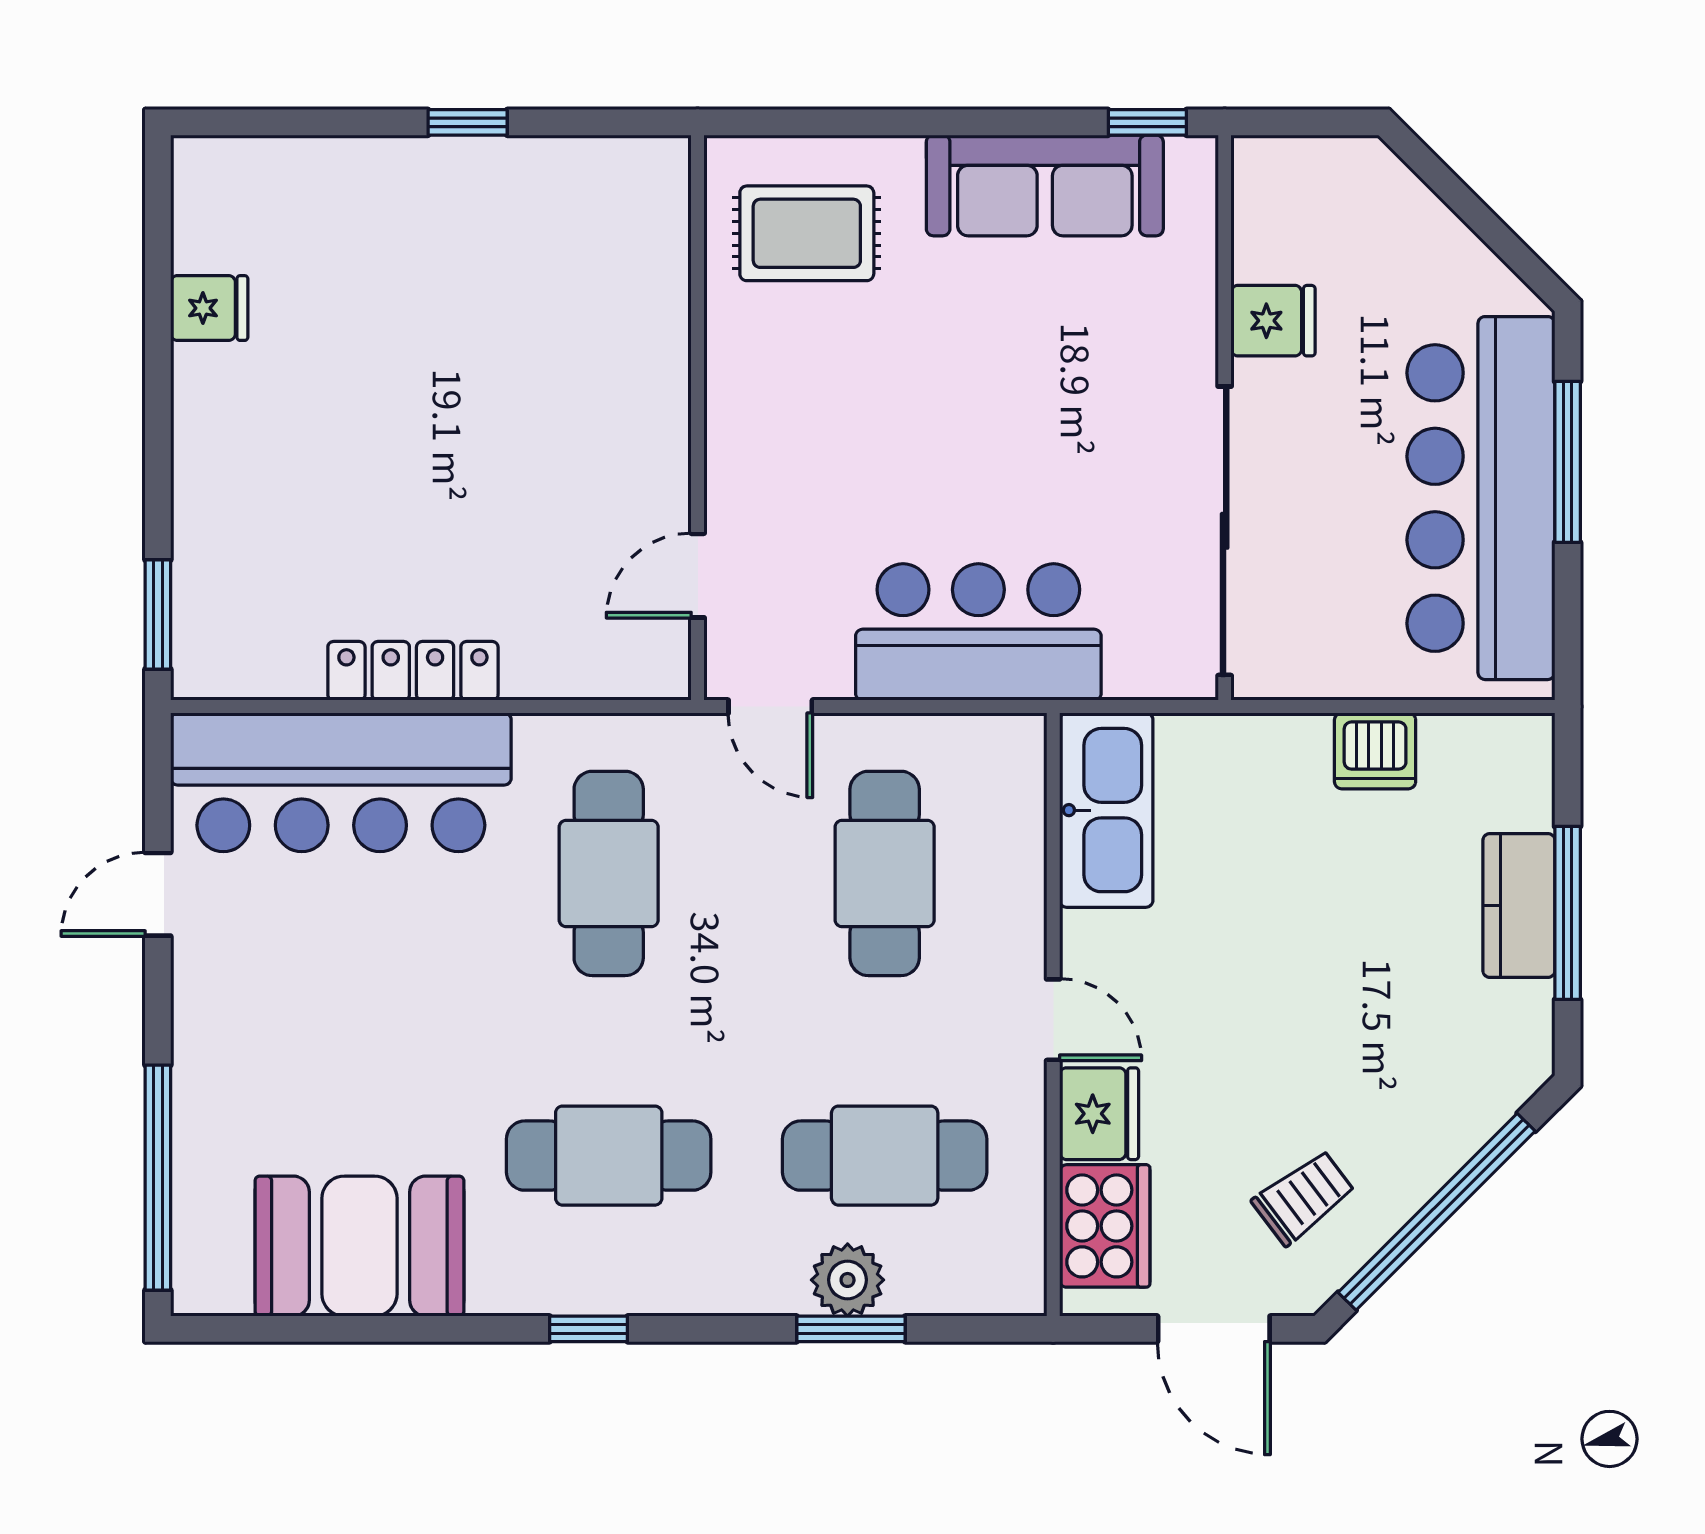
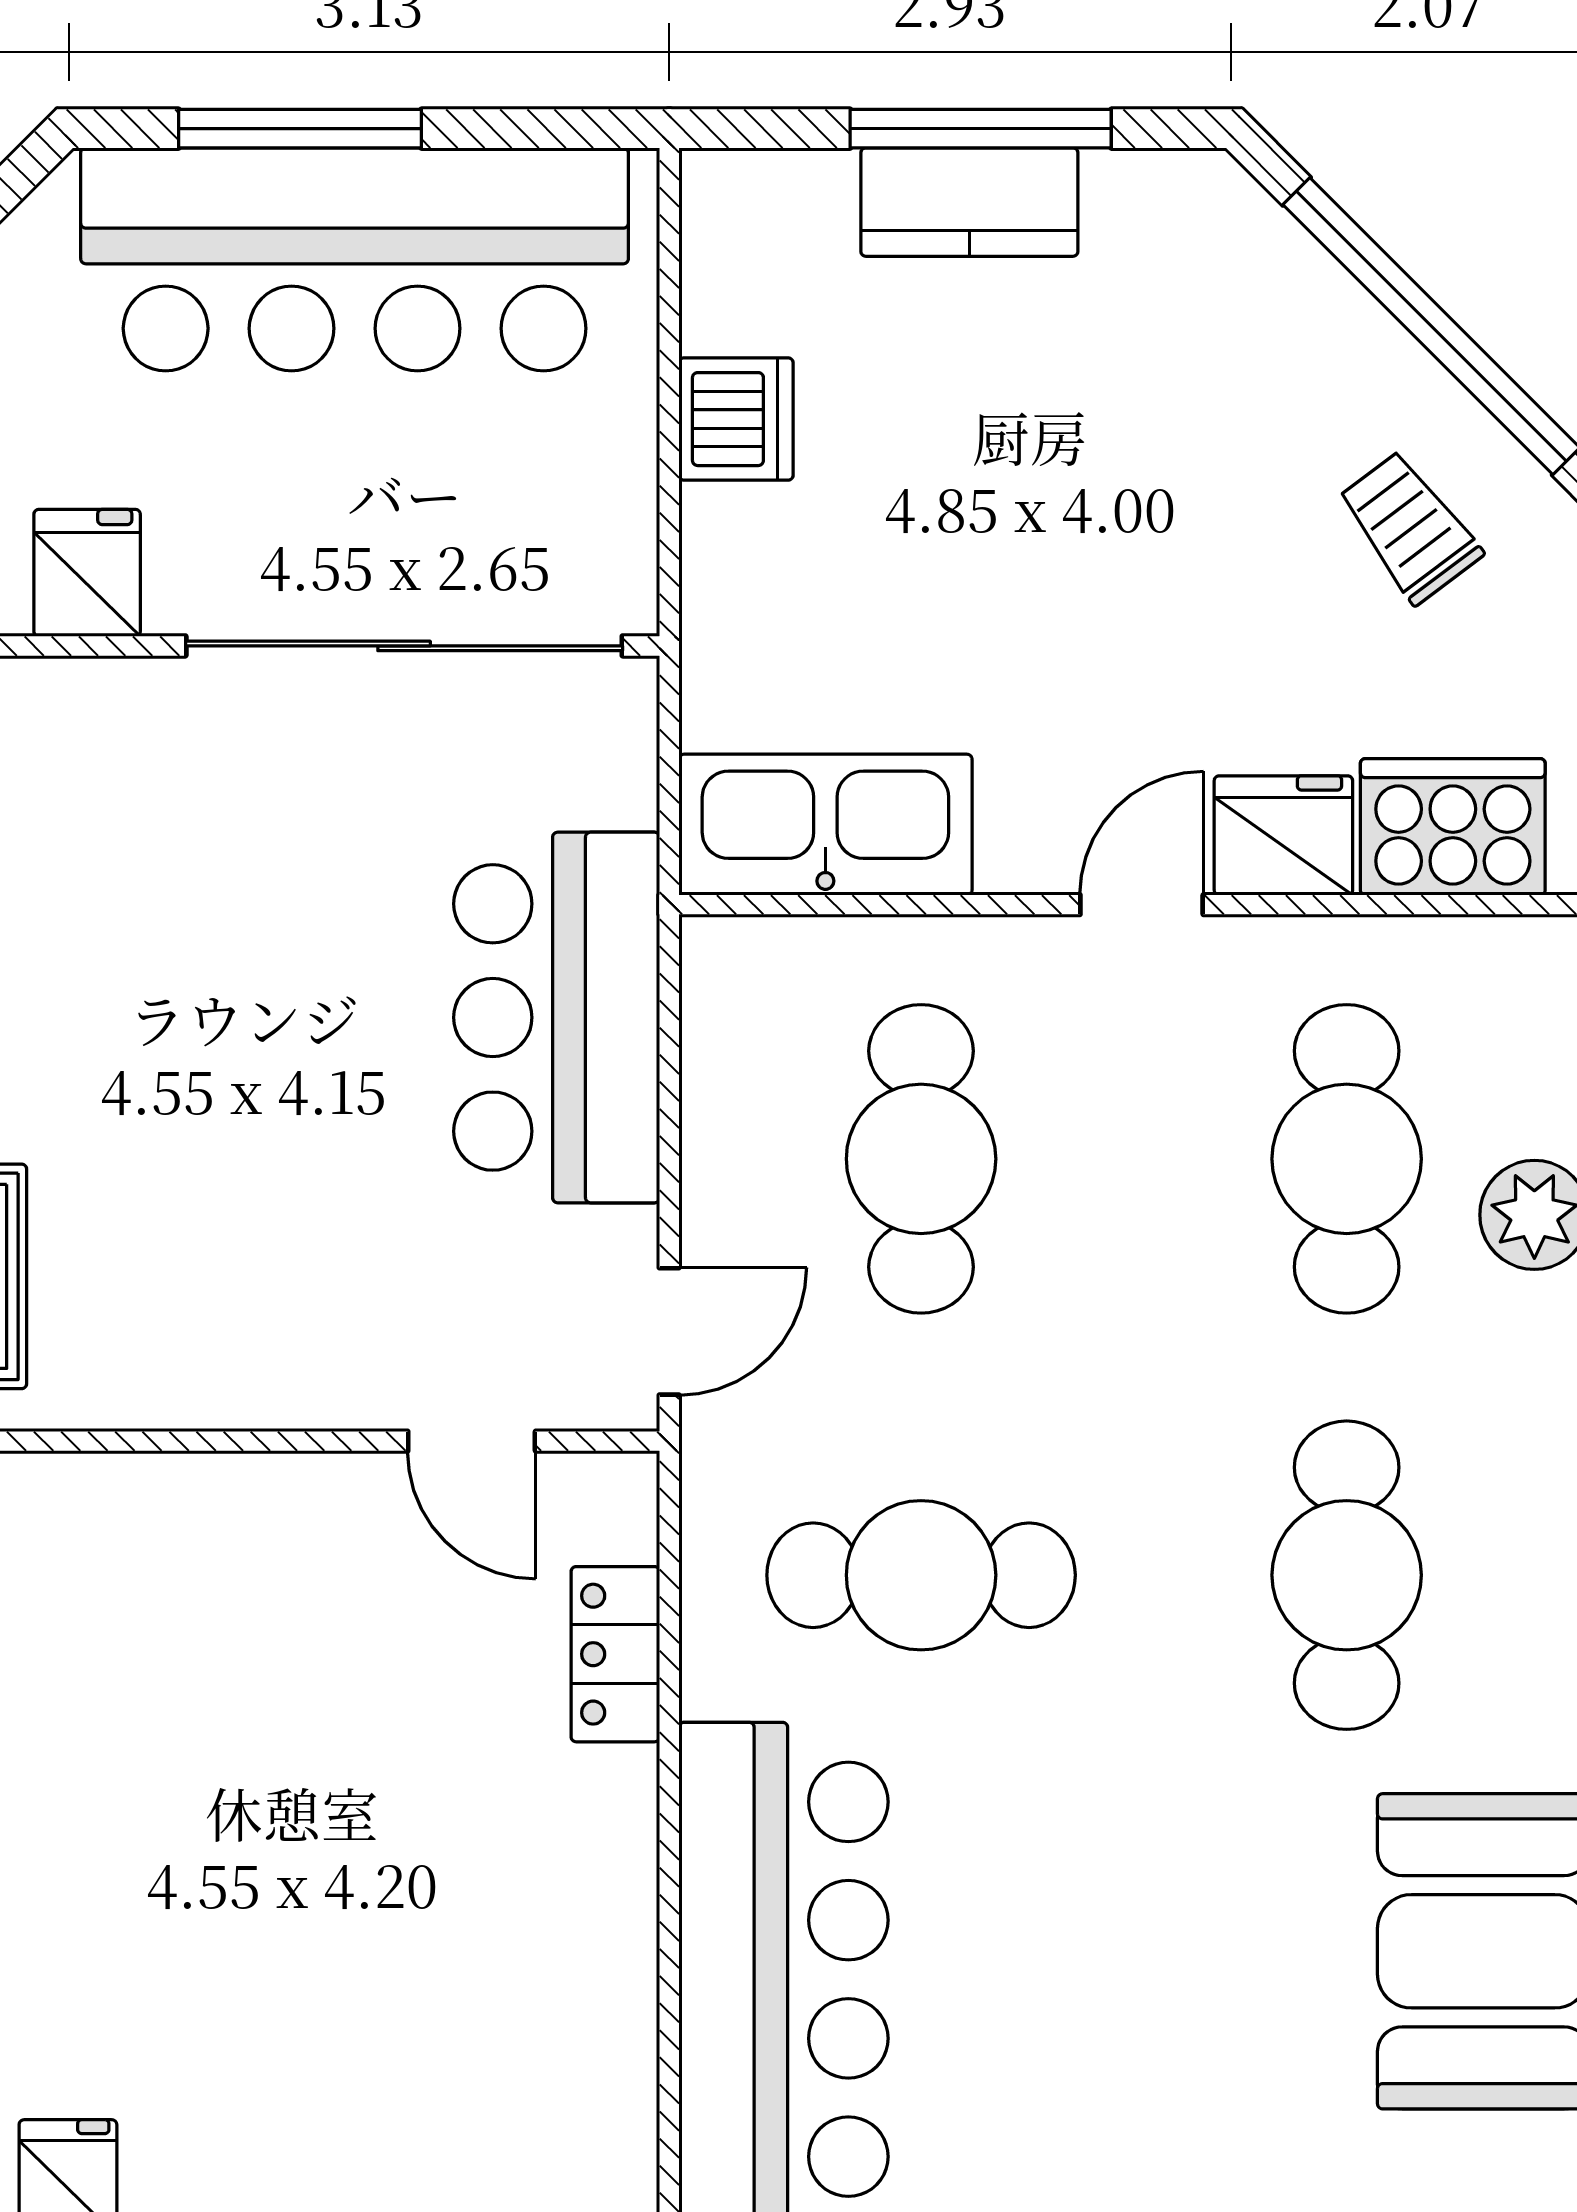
locker: (413, 671) -> (615, 1654), moved, width x0.66
cafe table: (885, 873) -> (921, 1159), turned 90

